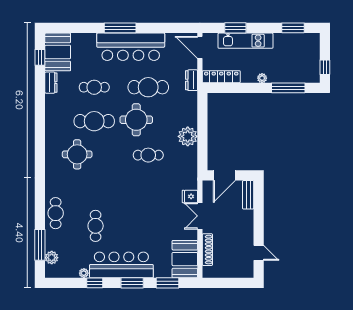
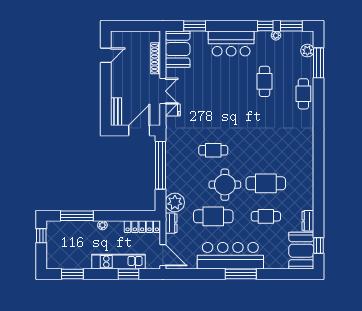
plant: (188, 136) -> (175, 202), moved
window: (202, 140) -> (160, 165), added
round table: (77, 154) -> (282, 151), removed
door: (259, 253) -> (106, 55), swing flipped
bar counter: (121, 265) -> (231, 43), width x0.73
window: (132, 283) -> (291, 26), moved

